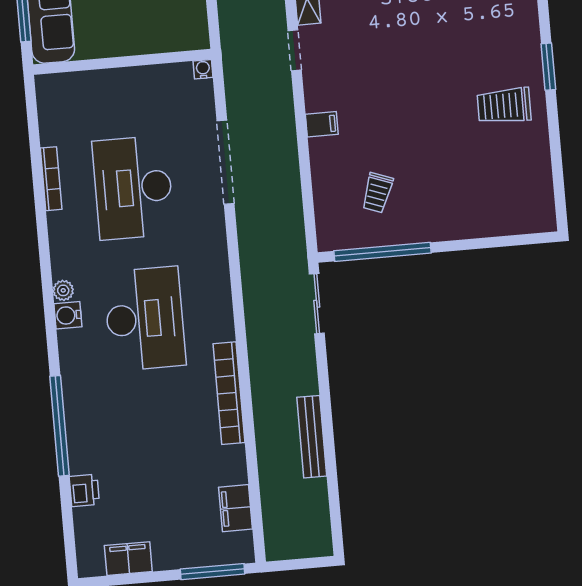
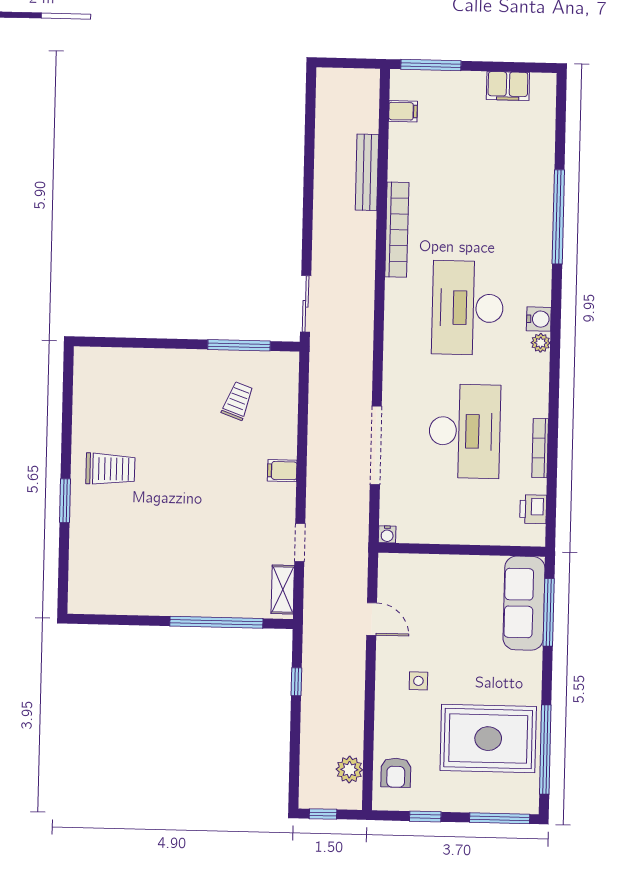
window: (382, 252) -> (239, 345), width x0.68
bench: (312, 437) -> (367, 172), moved
printer: (84, 490) -> (533, 509), moved
filing cabinet: (236, 508) -> (403, 111), width x0.50

